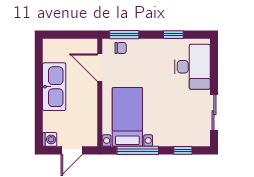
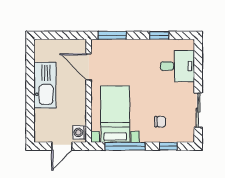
chair: (121, 48) -> (160, 122), moved
desk: (192, 67) -> (177, 66), width x0.73
washing machine: (50, 139) -> (80, 132), moved, turned 180

